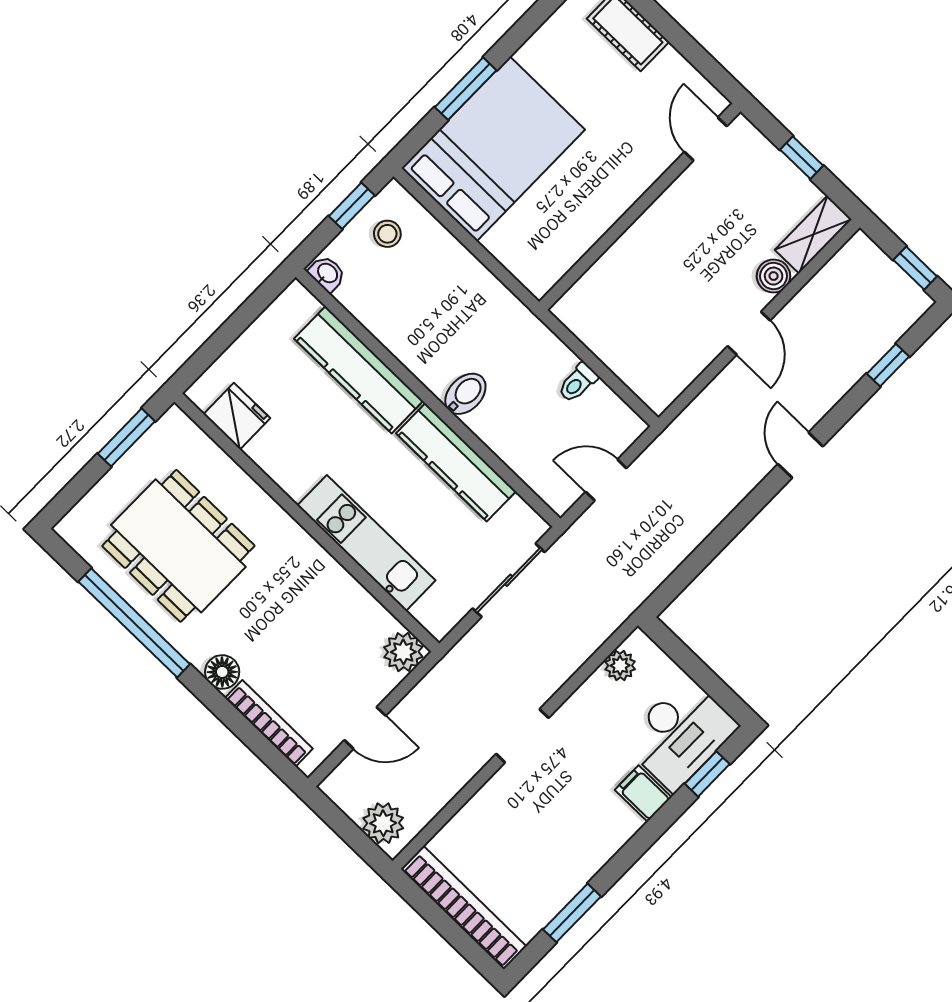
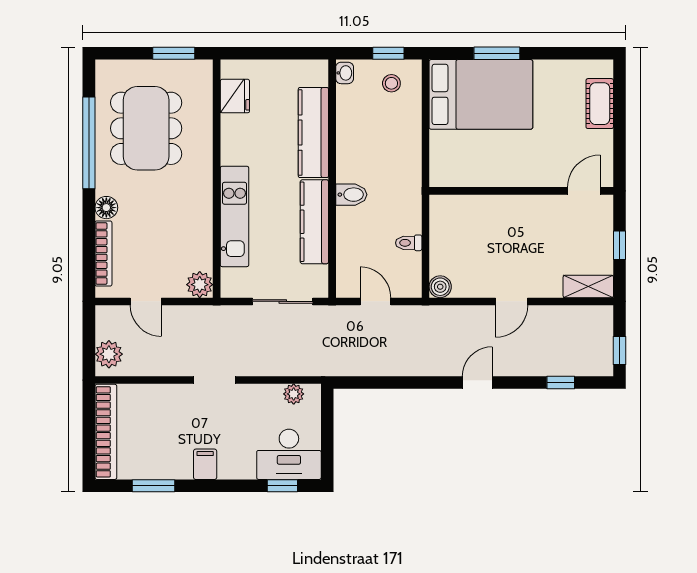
boiler: (774, 276) -> (440, 287), moved
filing cabinet: (643, 794) -> (205, 464), moved

